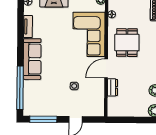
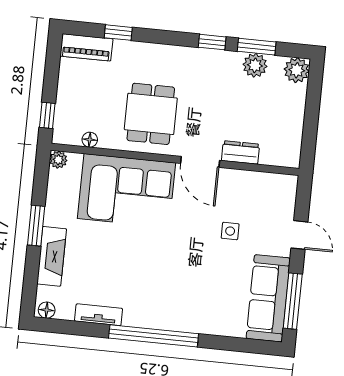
dining table: (127, 43) -> (151, 114), turned 90
sofa: (32, 59) -> (268, 298), moved, turned -90
window: (20, 88) -> (154, 336), moved

